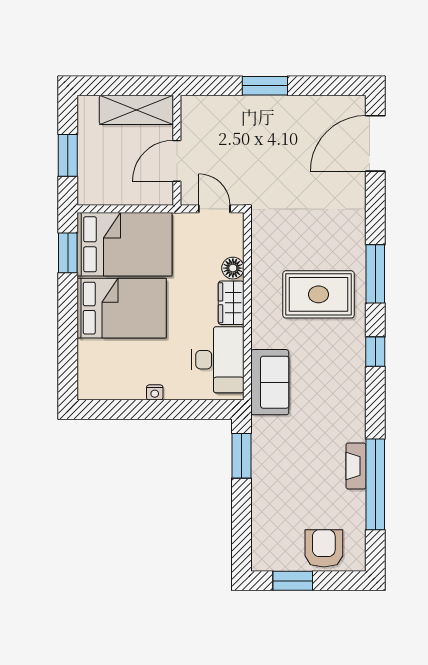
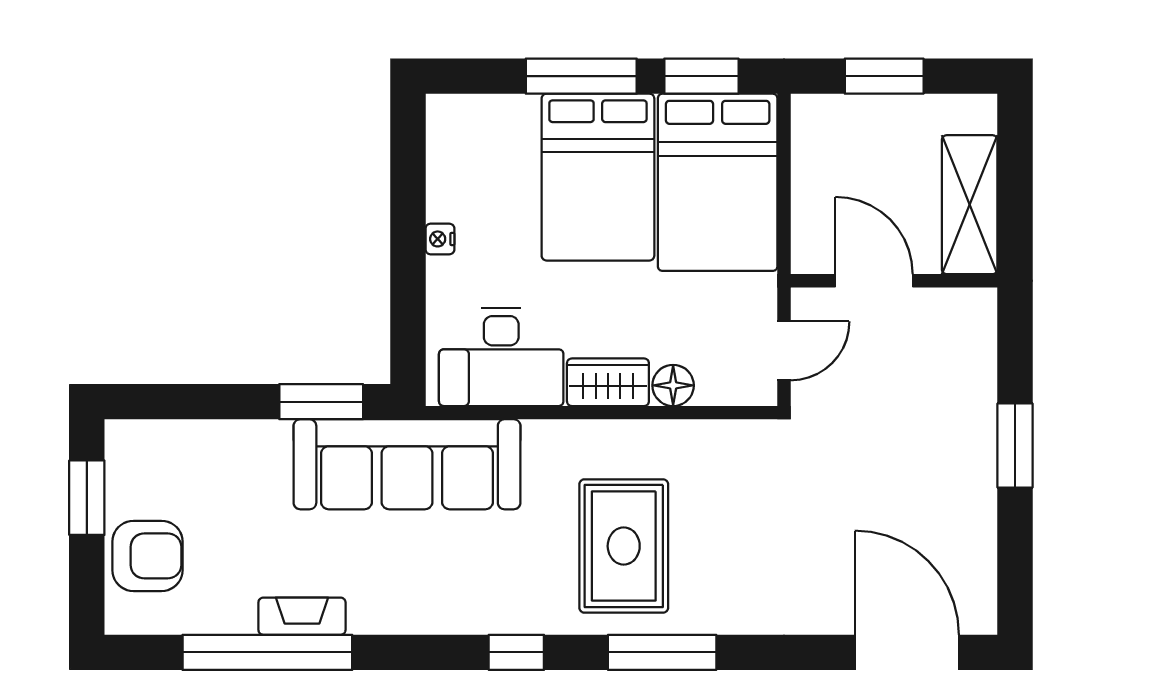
window: (68, 317) -> (581, 76), added
sofa: (270, 382) -> (407, 464), width x1.85, depth x1.27

